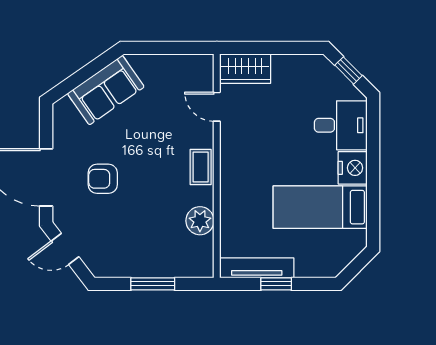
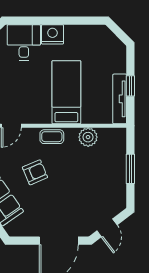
armchair: (103, 179) -> (35, 172), moved, turned -113
bed: (320, 207) -> (66, 92), moved, turned 180

